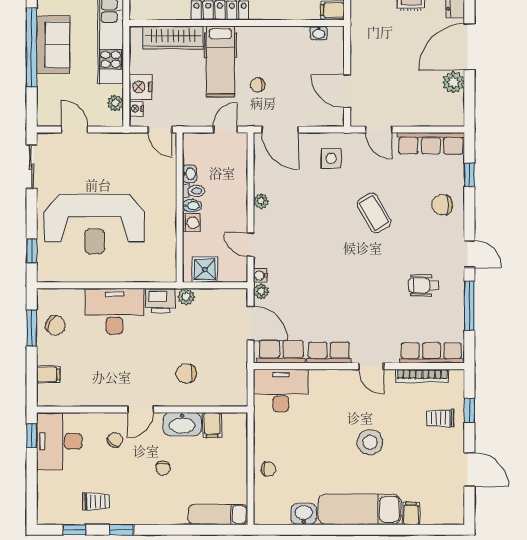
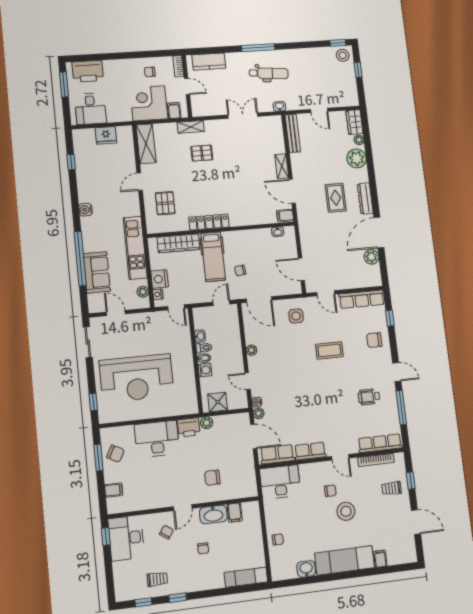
sofa: (53, 45) -> (97, 272), moved
coffee table: (374, 213) -> (329, 350), turned -60
chair: (351, 411) -> (330, 491), added

